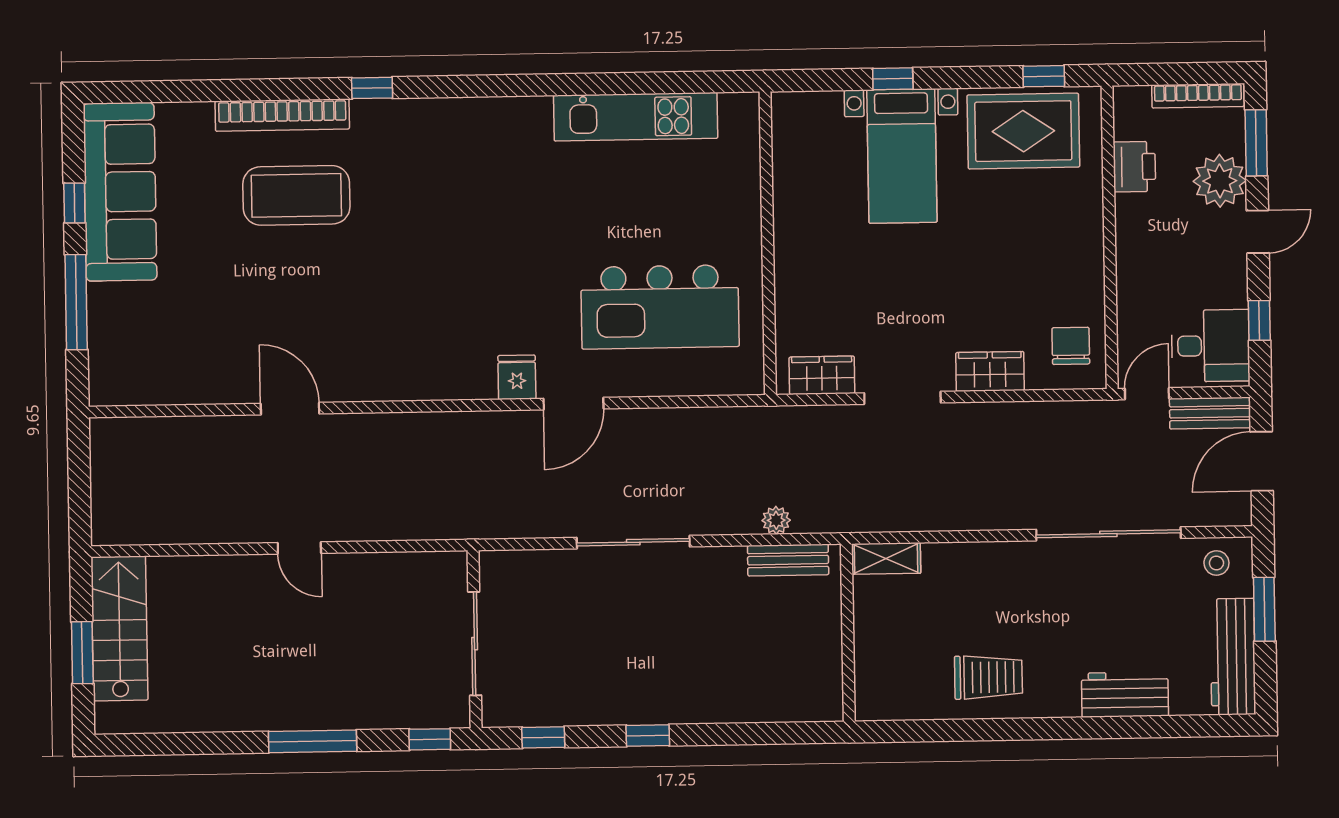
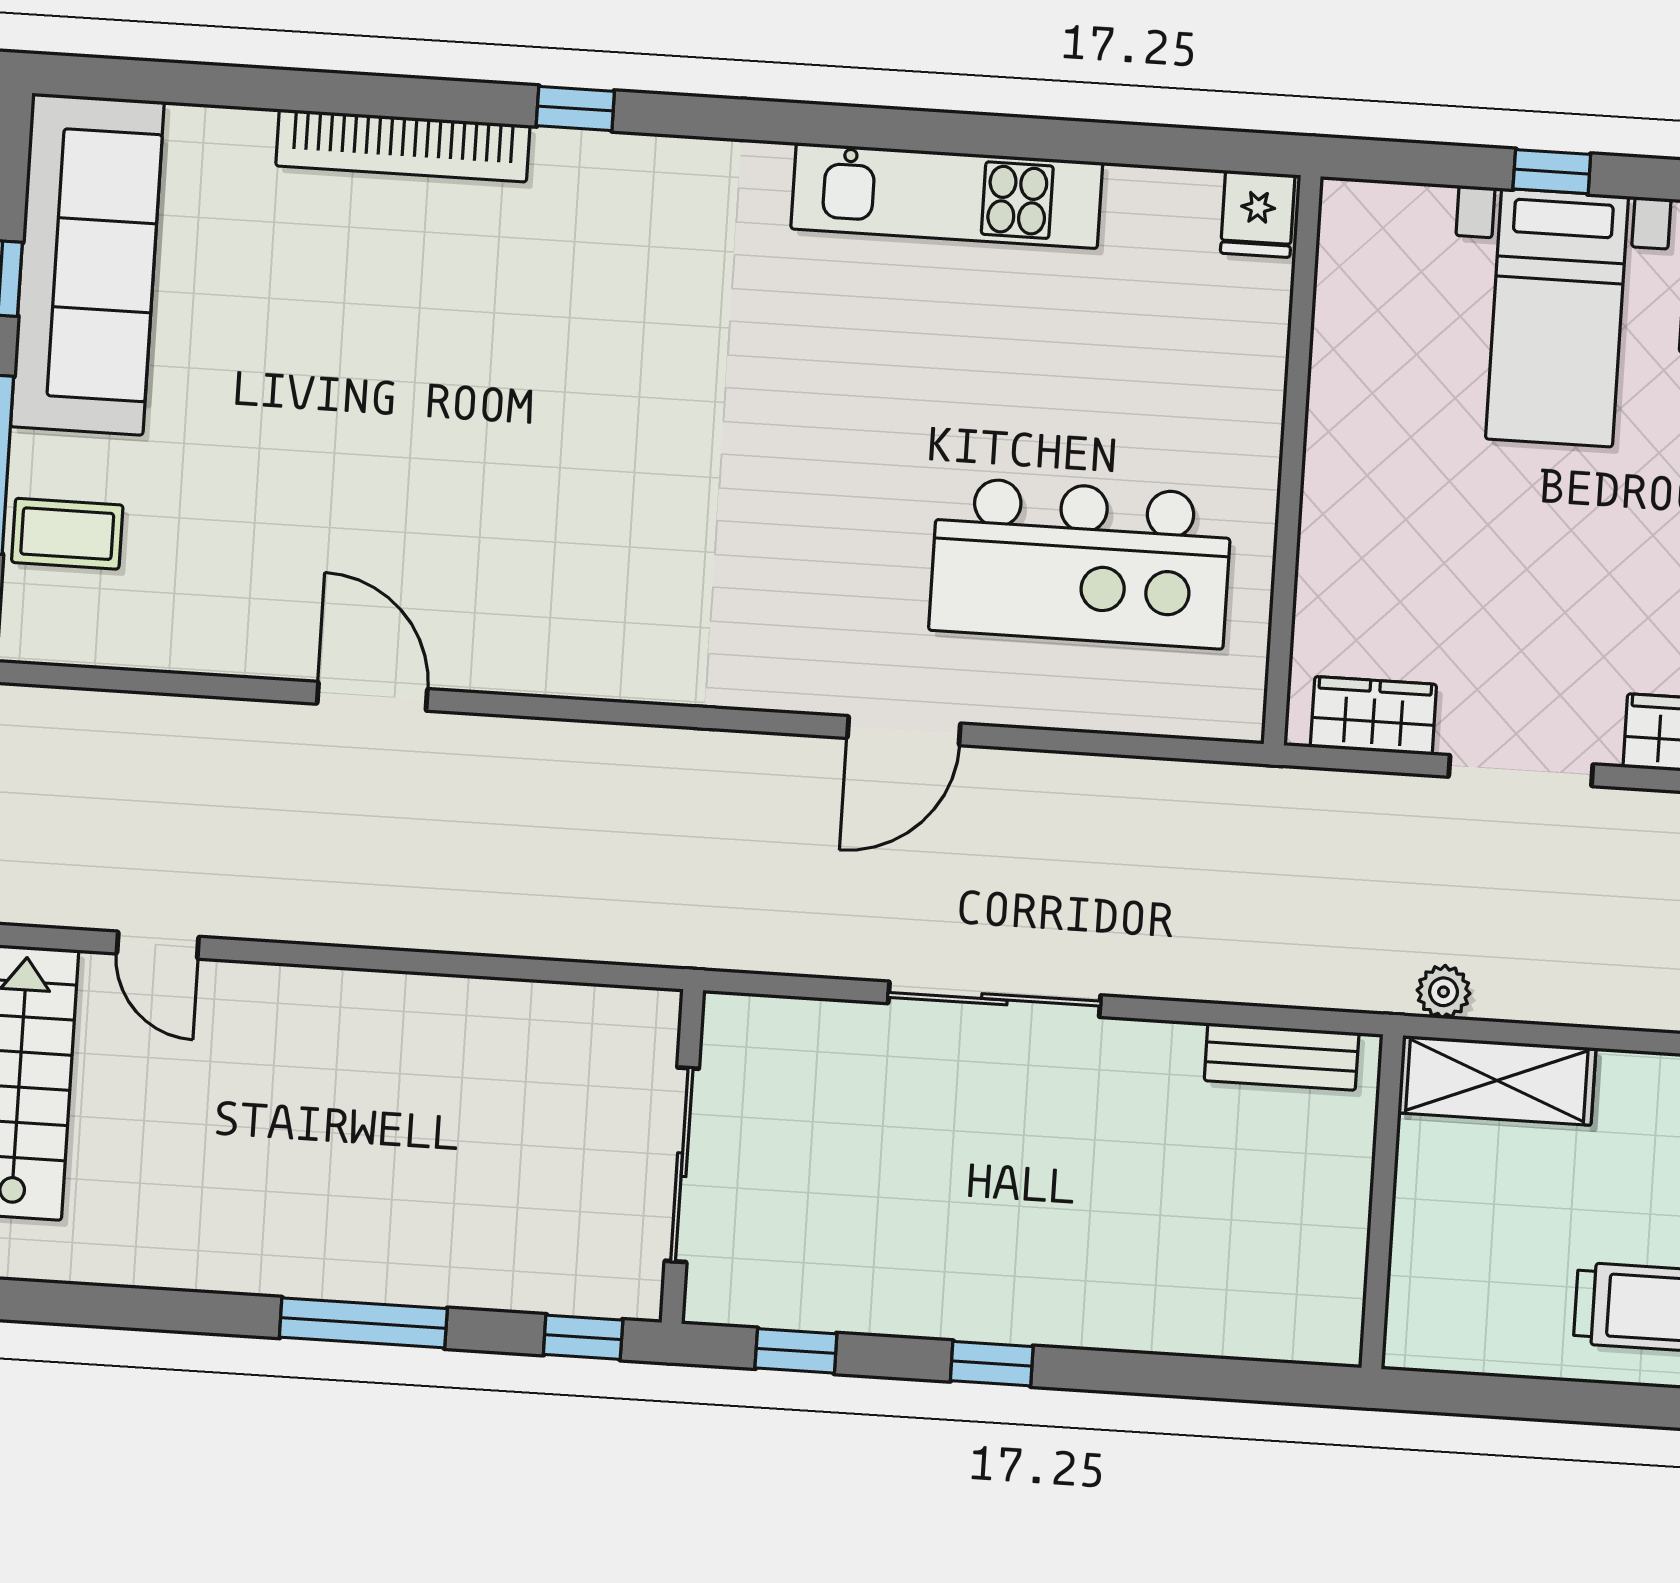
kitchen unit: (636, 117) -> (947, 196), moved
coffee table: (296, 195) -> (67, 534), moved, width x0.54, depth x0.58
fridge: (517, 377) -> (1258, 214), moved, turned 180
plant: (776, 520) -> (1444, 992), moved
door: (299, 548) -> (158, 945), moved
shelving: (886, 558) -> (1497, 1080), width x1.50, depth x1.33

